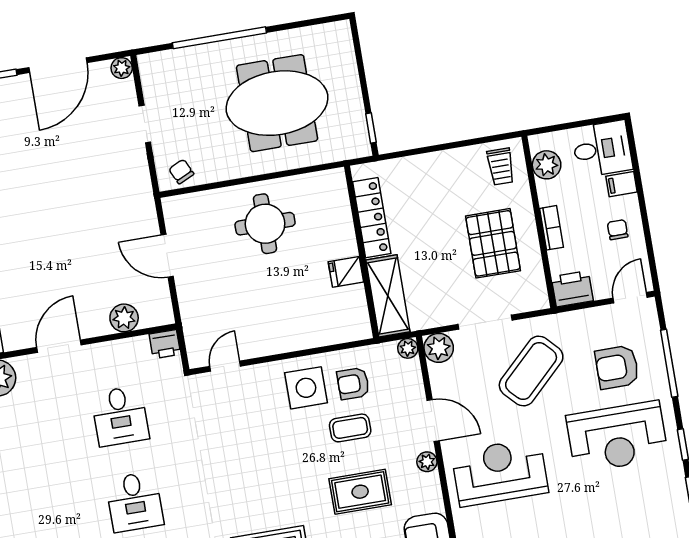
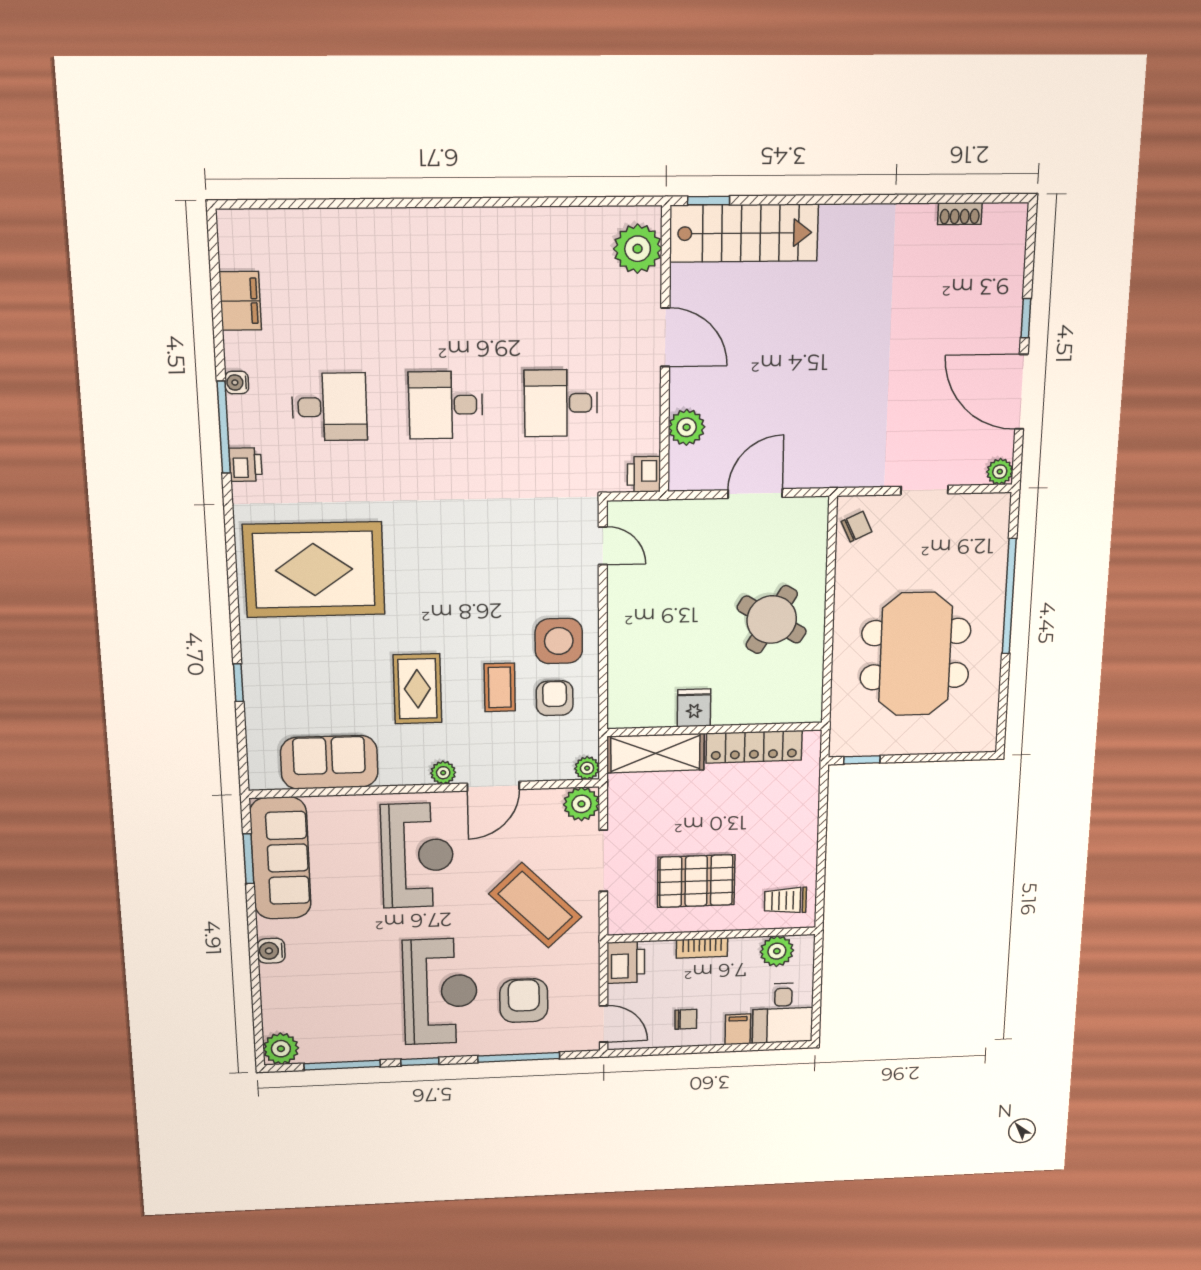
round table: (265, 224) -> (772, 620), turned 31
reception desk: (617, 437) -> (440, 991), turned 180

